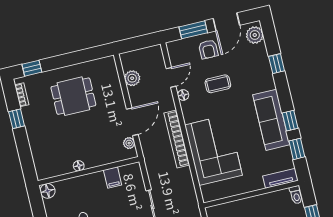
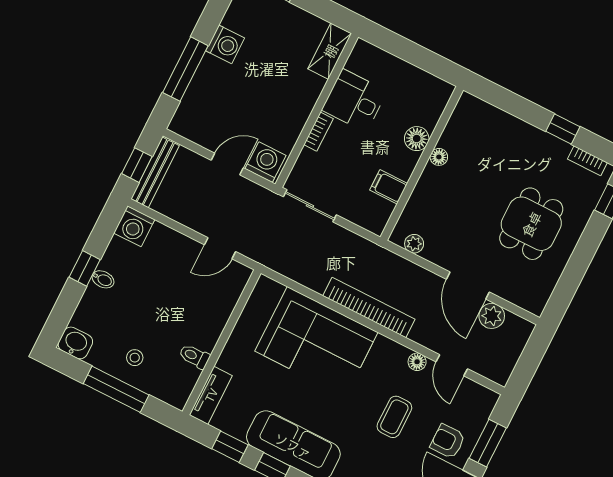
door: (132, 122) -> (468, 286), moved
floor lamp: (48, 191) -> (417, 139), moved
toilet: (296, 195) -> (194, 356), moved

